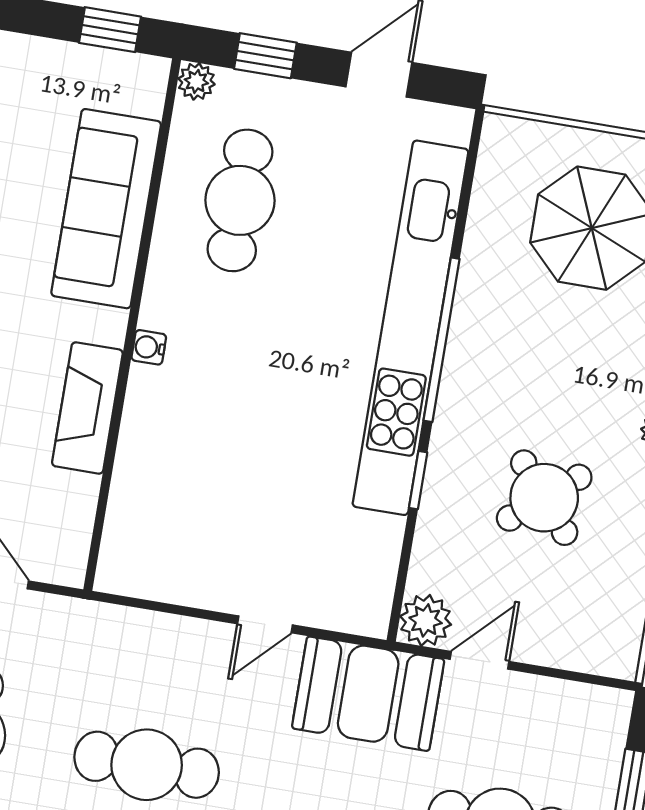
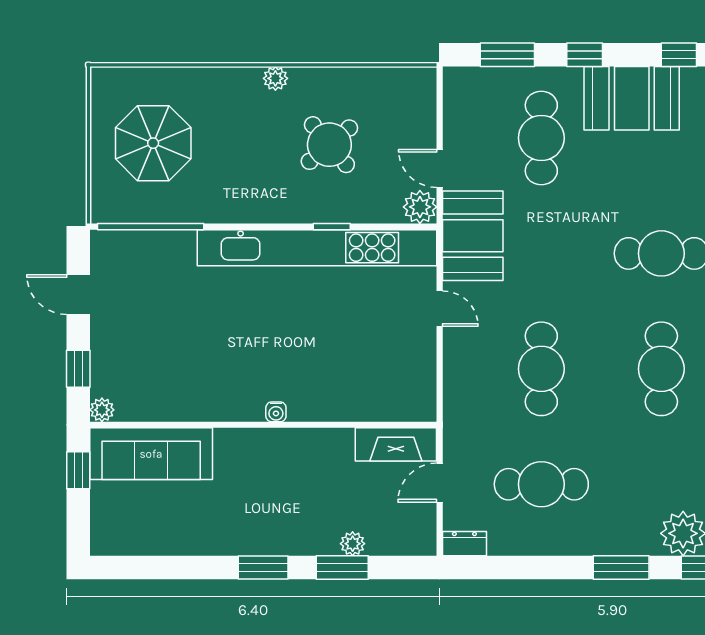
cafe table: (240, 200) -> (173, 369), removed
sofa: (106, 209) -> (151, 454), moved
kitchen unit: (410, 328) -> (317, 248), moved
window: (442, 340) -> (151, 227), moved
fireplace: (87, 408) -> (396, 444), moved

